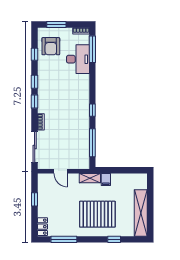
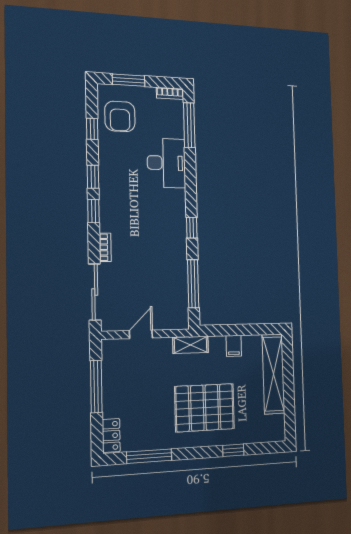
desk: (78, 59) -> (166, 163), moved
door: (61, 171) -> (141, 334), swing flipped
filing cabinet: (106, 179) -> (234, 346), moved
window: (35, 199) -> (96, 387), width x2.17
shelving: (141, 213) -> (273, 374), moved

